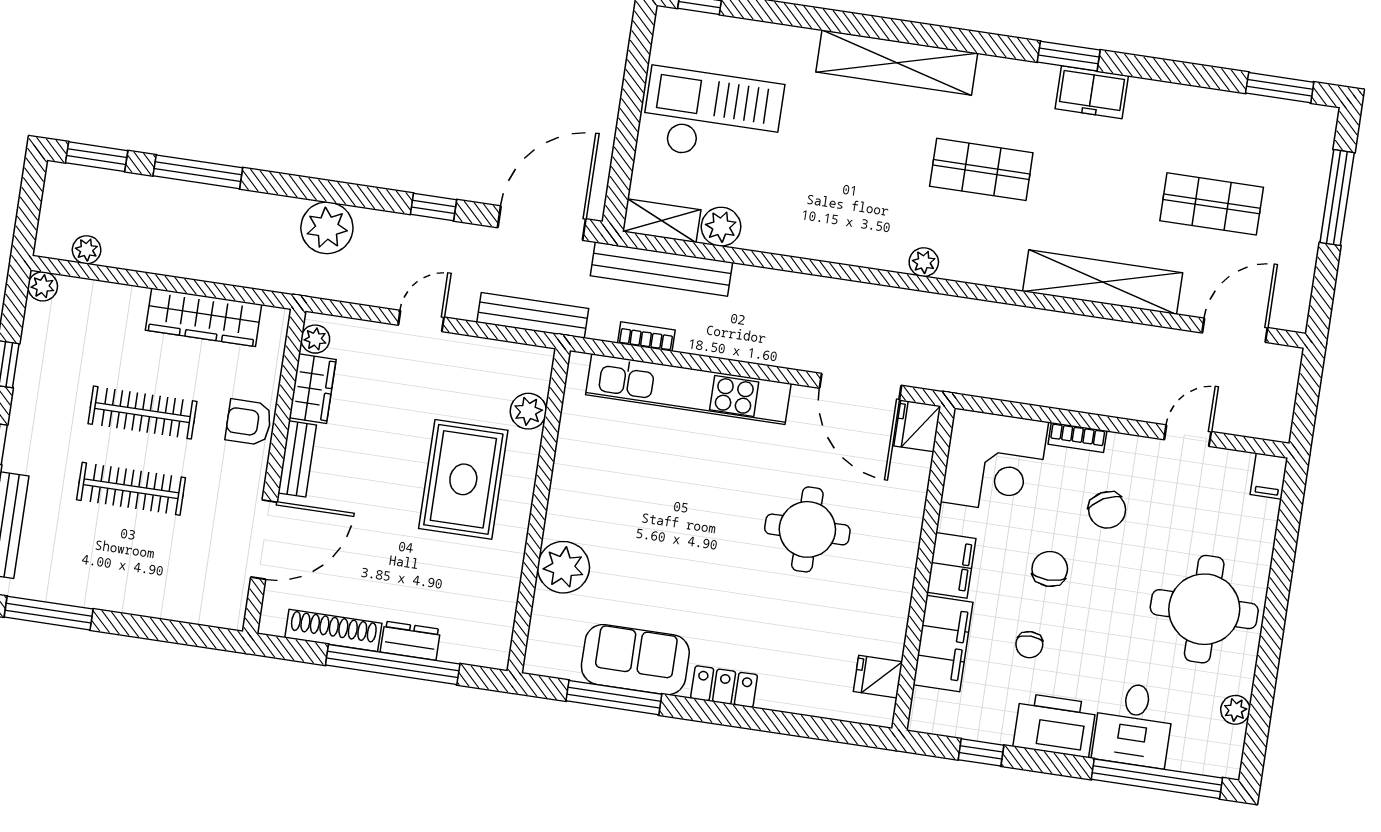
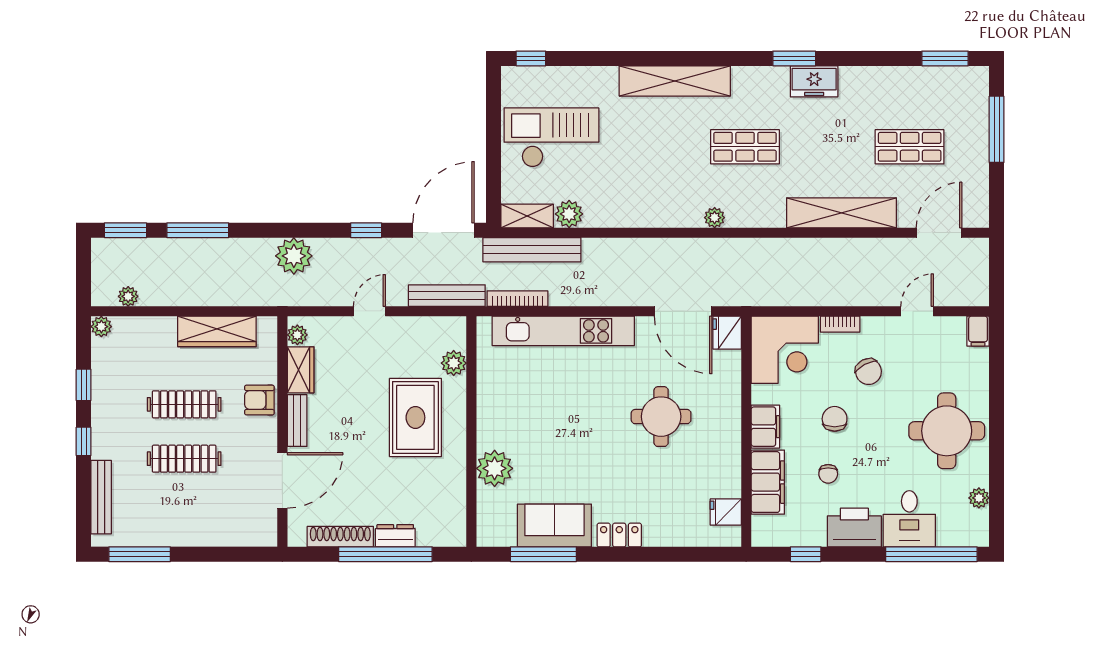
bookcase: (646, 337) -> (517, 299), width x1.56

